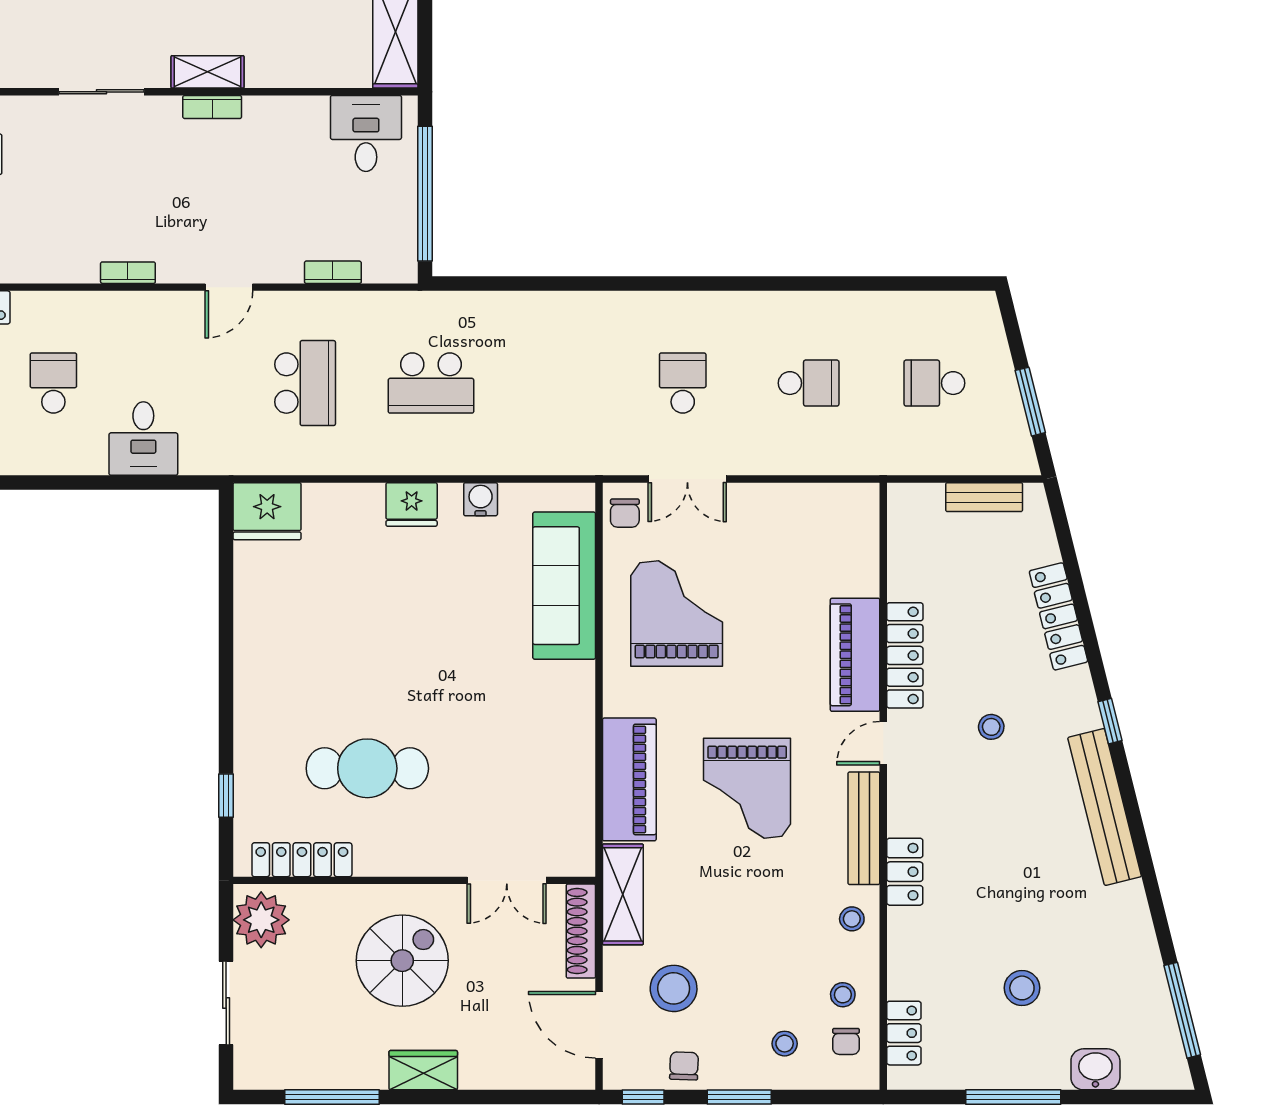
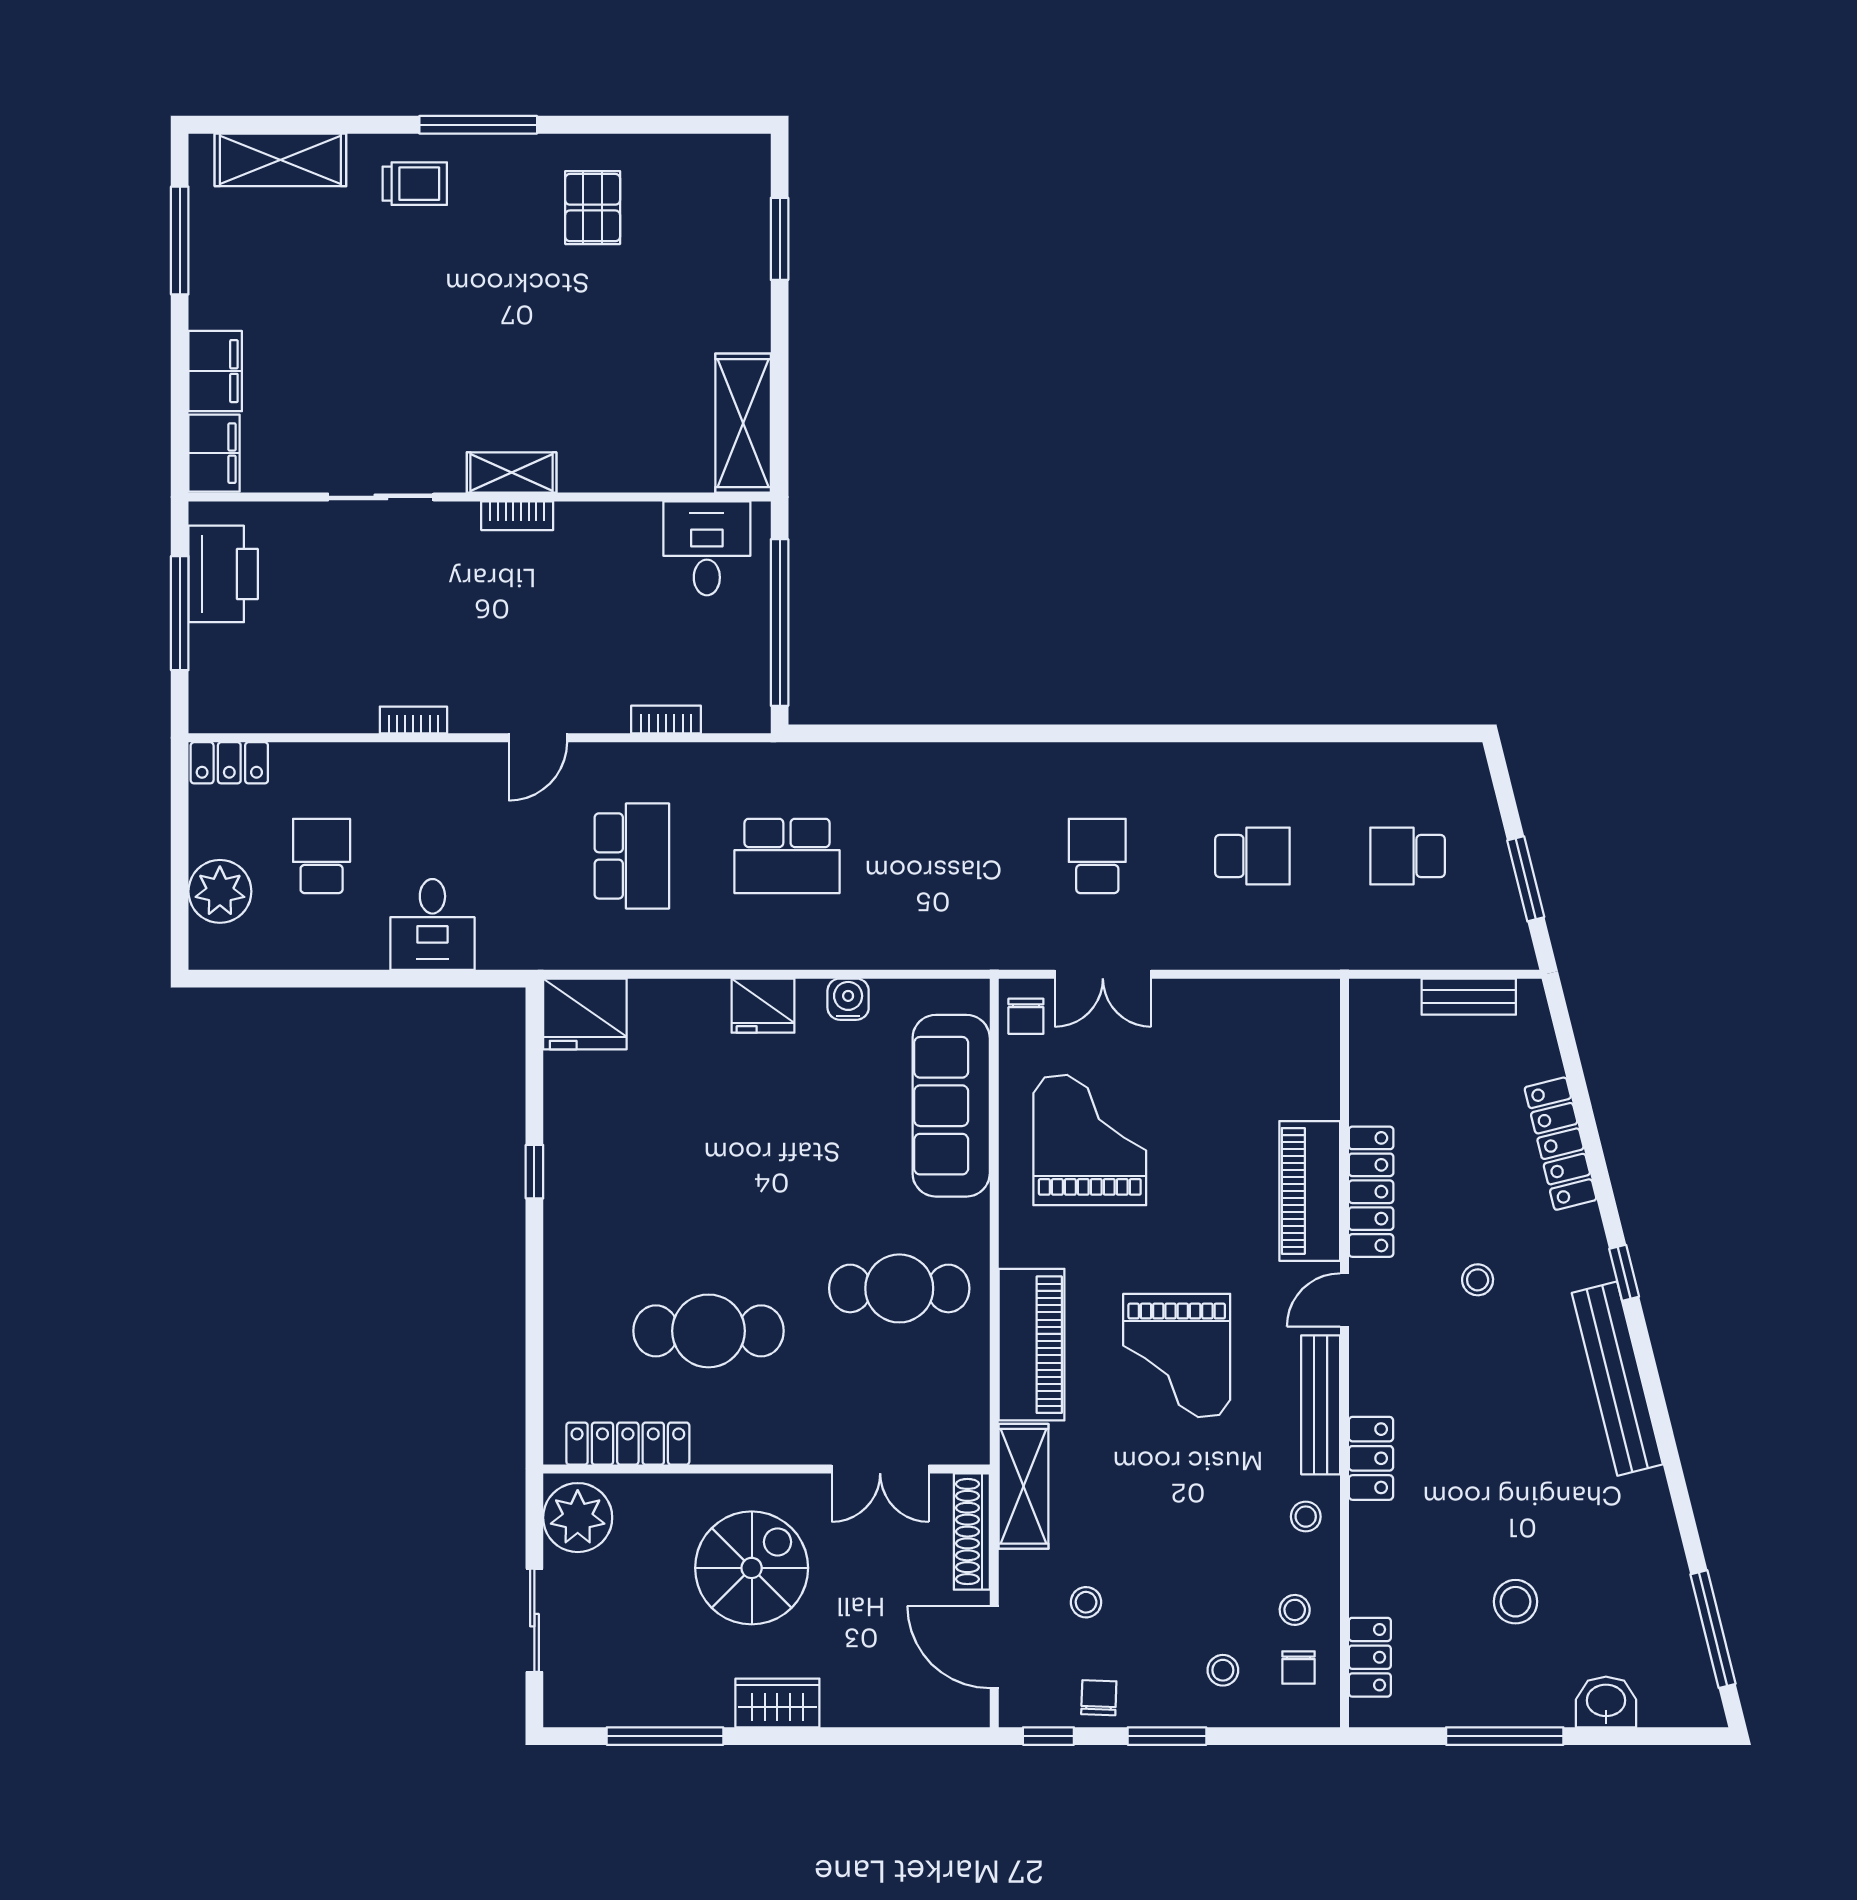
cafe table: (522, 734) -> (899, 1288), added
window: (226, 796) -> (534, 1172), moved
stool: (674, 988) -> (1086, 1602), width x0.53, depth x0.53

